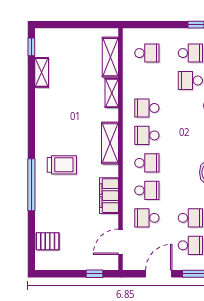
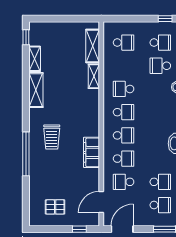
school desk: (147, 135) -> (124, 112), turned 180
shelving: (110, 143) -> (36, 90), moved
trolley: (62, 165) -> (52, 137), turned 90
filing cabinet: (109, 196) -> (92, 152), moved
pallet: (48, 241) -> (55, 207), moved
door: (159, 274) -> (122, 229), moved

